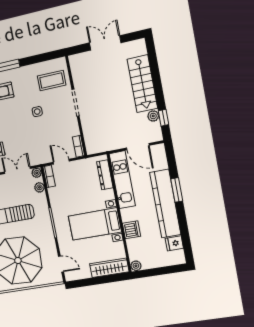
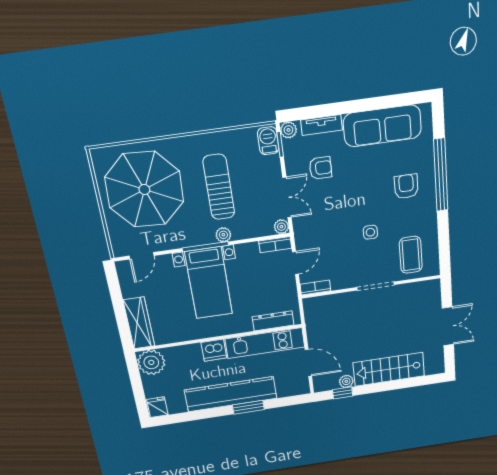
door: (138, 147) -> (308, 363), swing flipped
plant: (39, 187) -> (223, 235), moved
bed with nightstands: (95, 224) -> (209, 283), moved, turned 180
dishwasher: (131, 230) -> (214, 350), moved
fridge: (174, 243) -> (157, 407), moved
plant: (136, 266) -> (151, 362), width x1.88, depth x1.88

